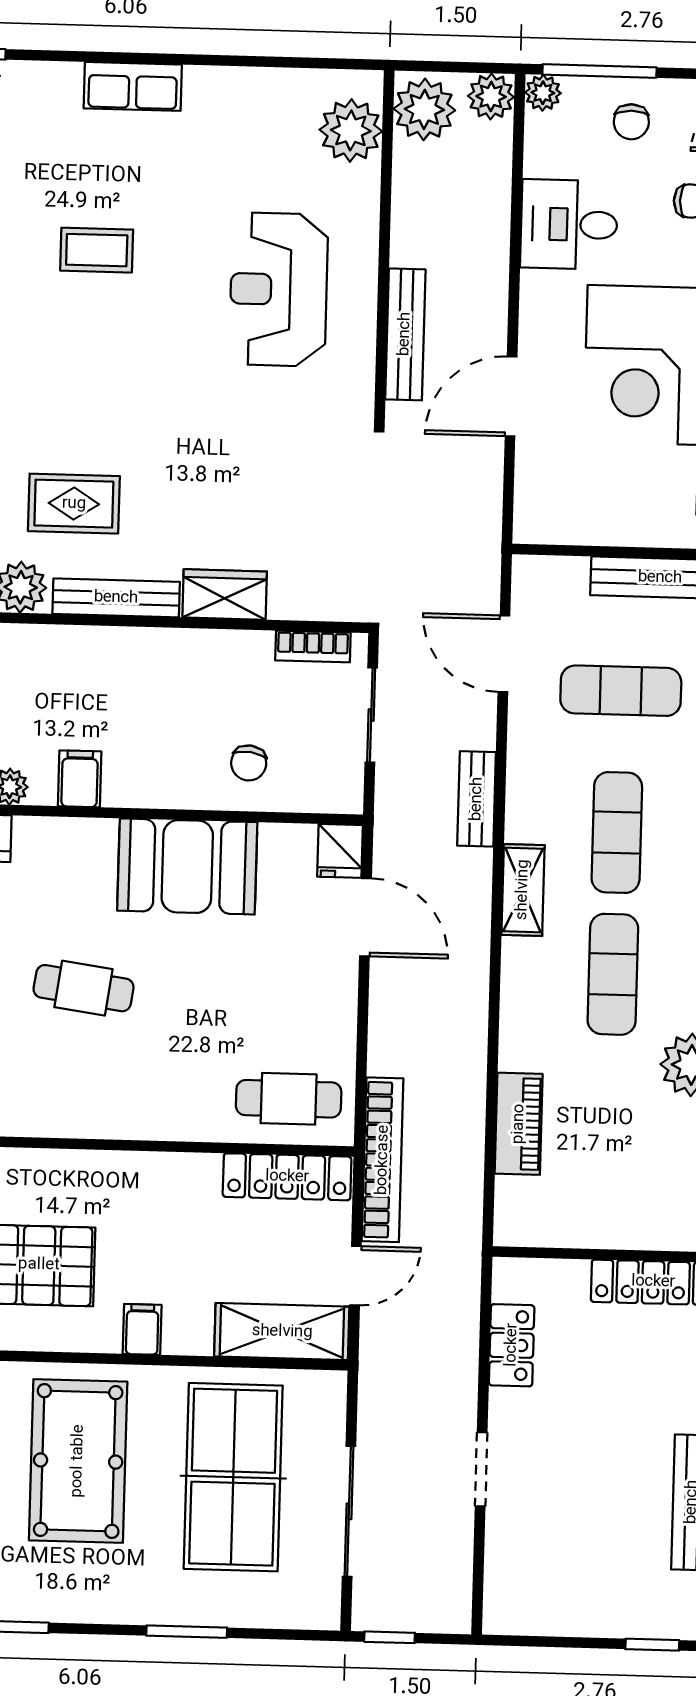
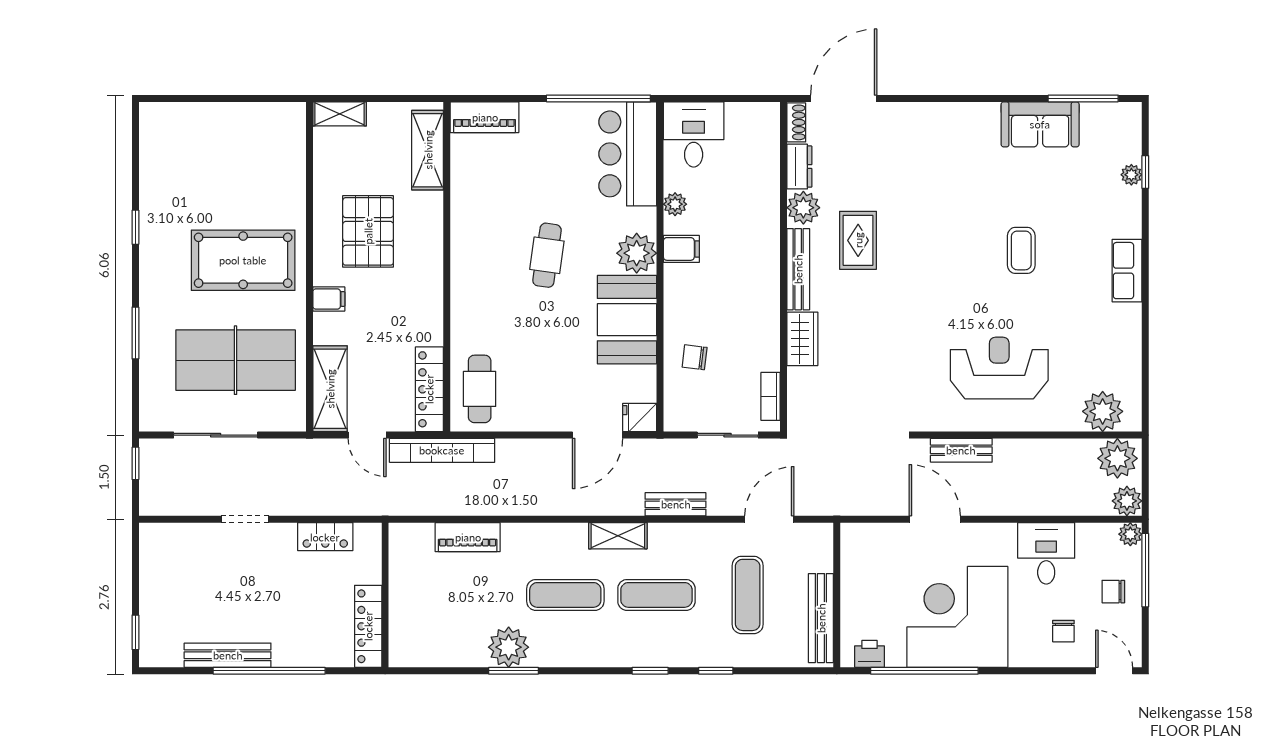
bench: (405, 334) -> (961, 450), width x0.73
plant: (84, 849) -> (637, 253), added

